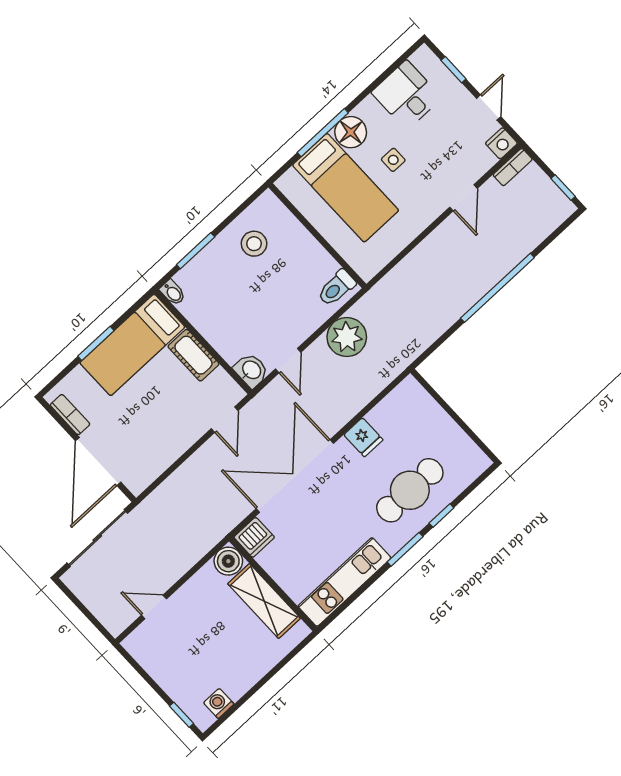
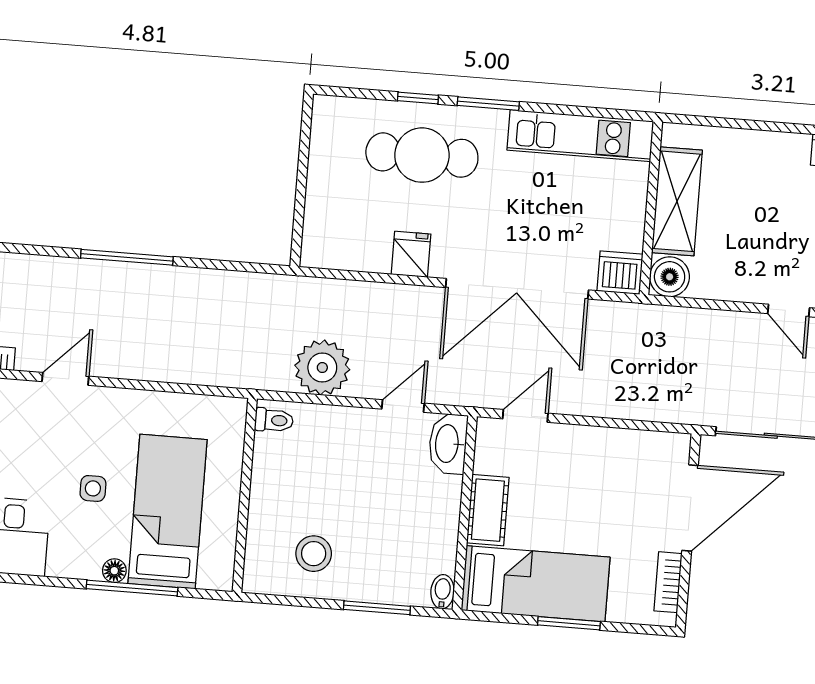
floor lamp: (351, 132) -> (114, 571), width x0.53, depth x0.53
toilet: (337, 288) -> (274, 420), width x0.73, depth x0.72
window: (497, 288) -> (127, 257), width x0.68
washbasin: (251, 370) -> (448, 444), width x1.38

